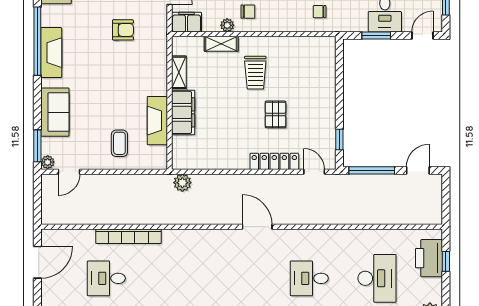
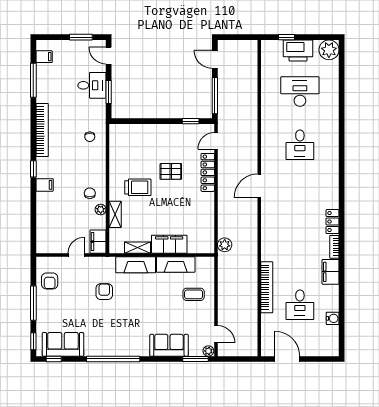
fireplace: (51, 53) -> (136, 265), moved, turned 180
printer: (429, 258) -> (298, 50), moved

